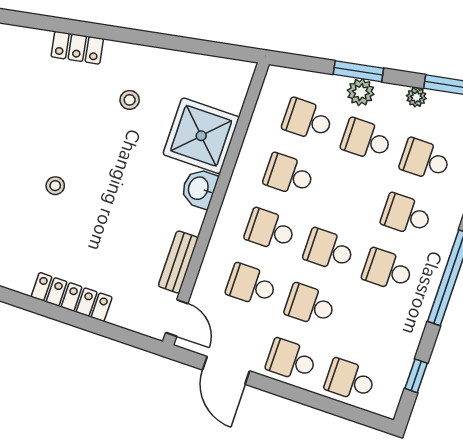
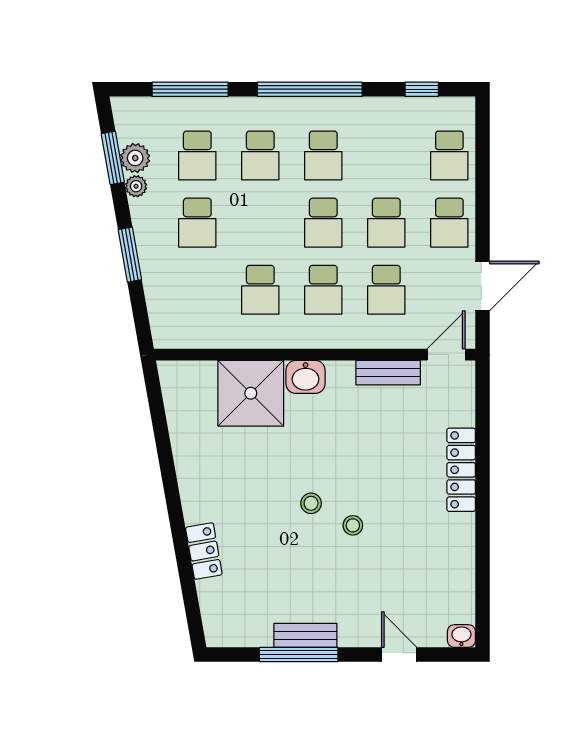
plant: (361, 92) -> (135, 158), moved
stool: (130, 100) -> (311, 503), moved
school desk: (308, 120) -> (197, 290), removed

